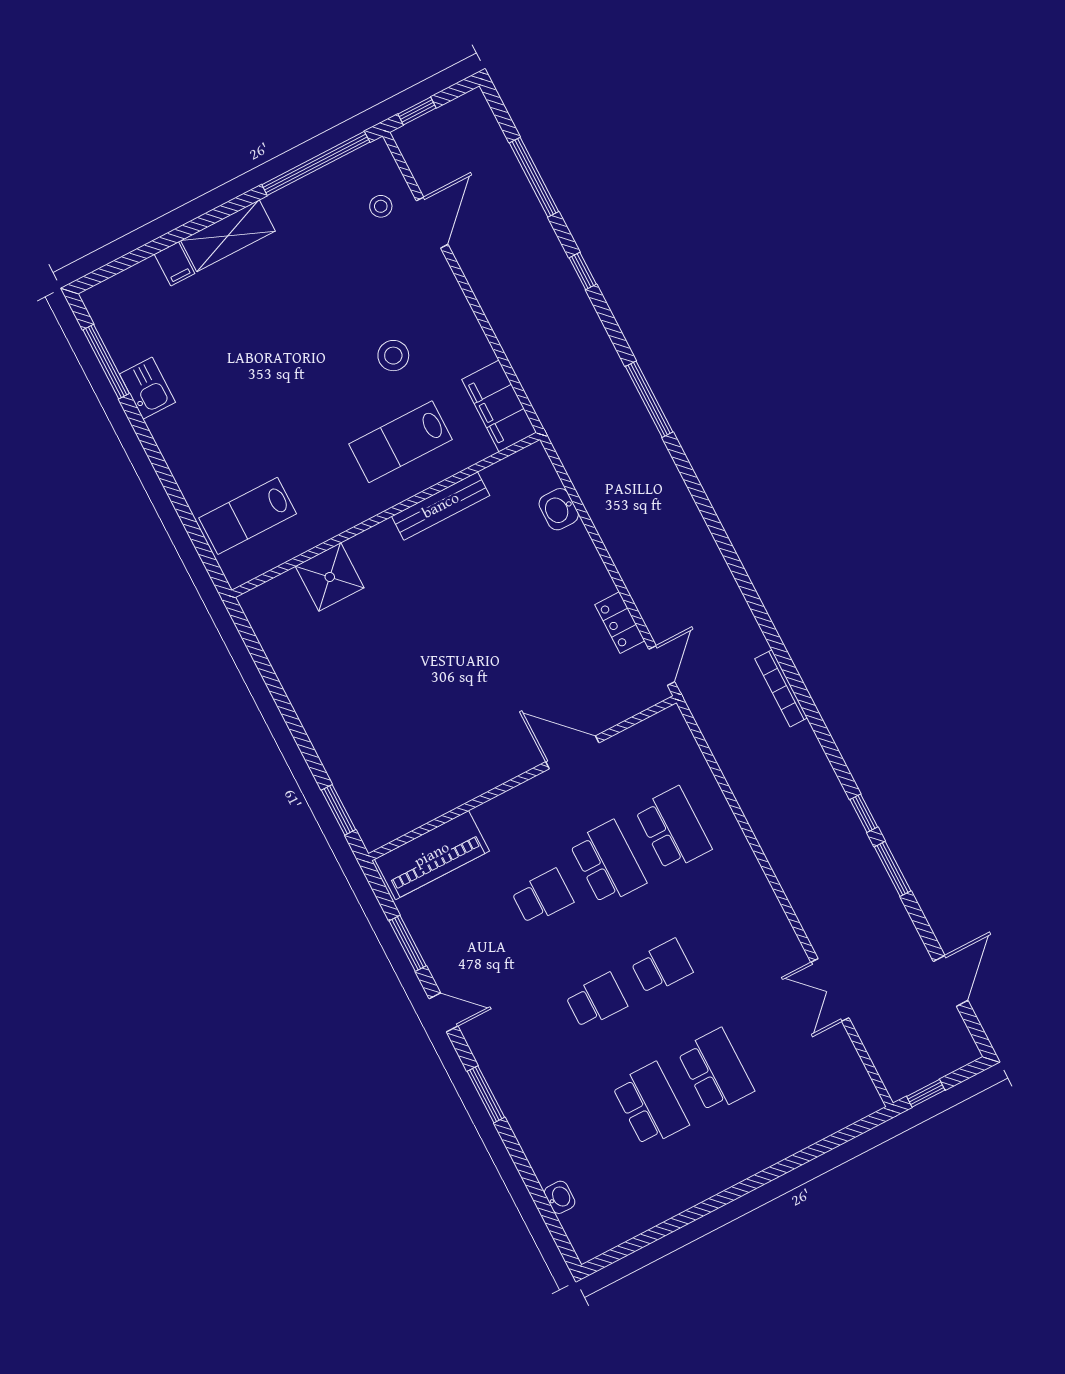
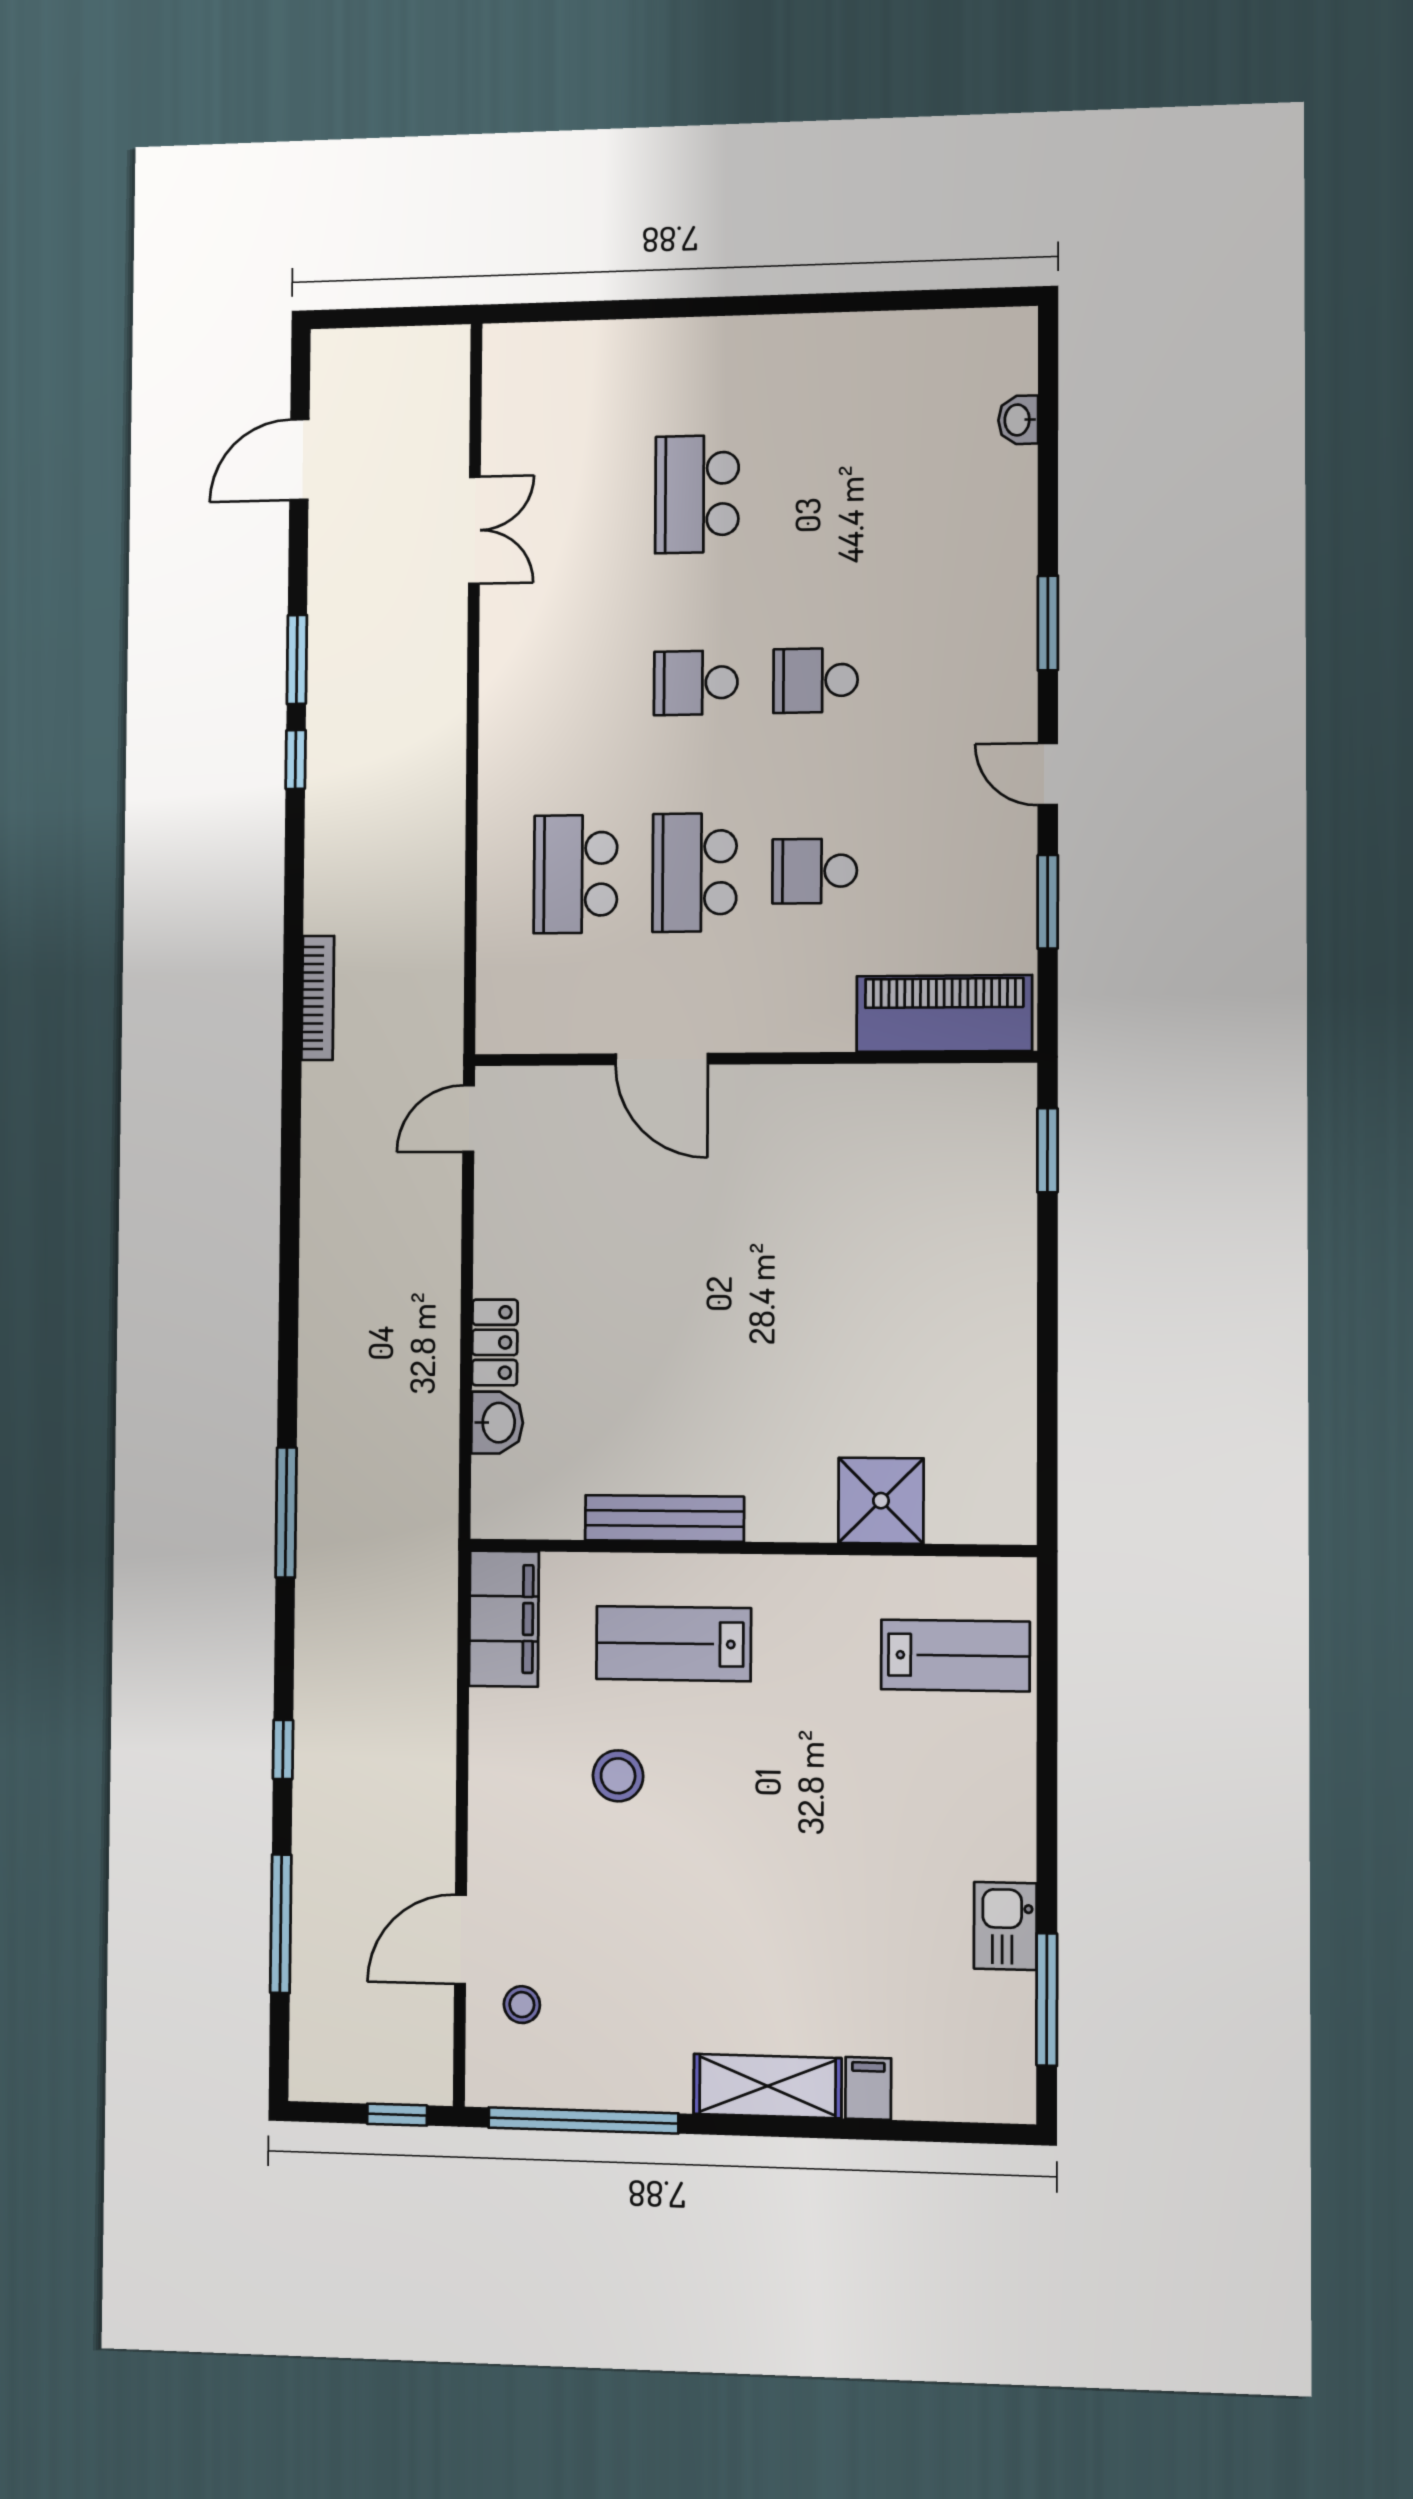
lab bench: (401, 442) -> (674, 1644), turned 180
locker: (620, 623) -> (495, 1342), moved
window: (926, 1093) -> (417, 316), removed
school desk: (650, 1105) -> (816, 491), removed

